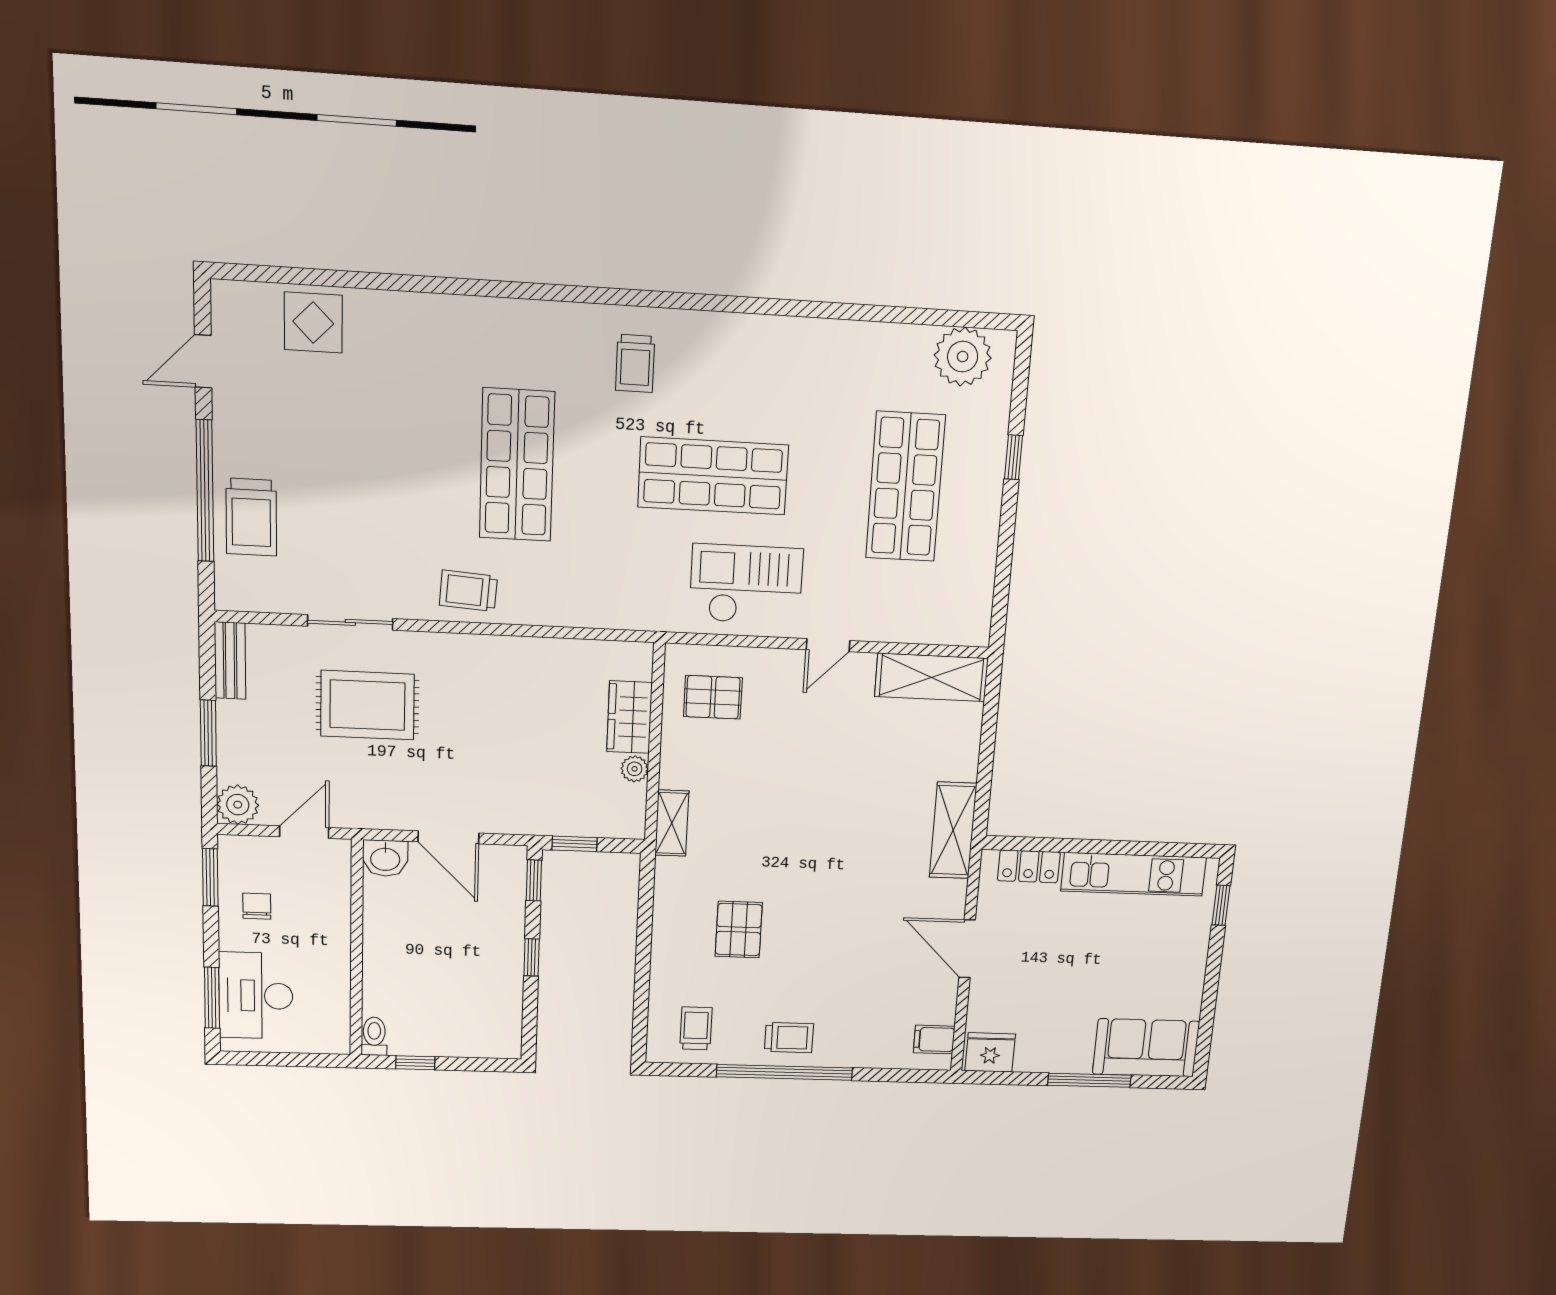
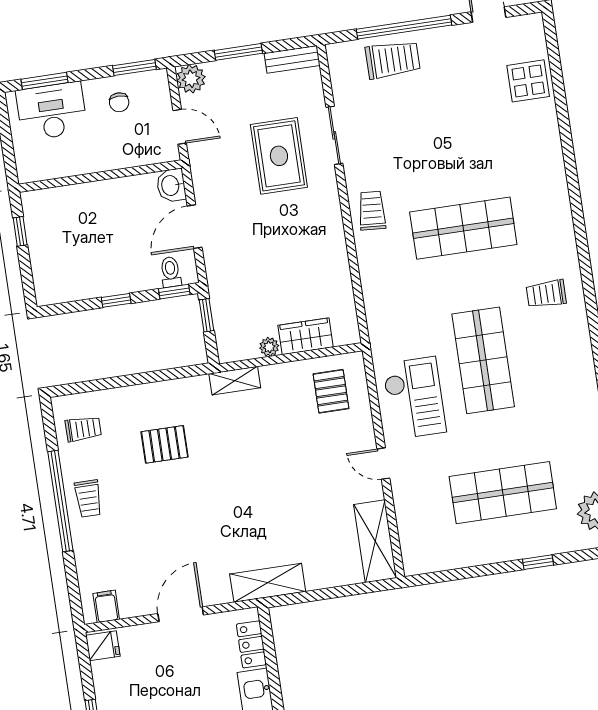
trolley: (251, 517) -> (393, 60), turned 180
chair: (257, 906) -> (119, 102), turned 90
toilet: (374, 1036) -> (171, 272), moved, turned -90
fridge: (990, 1052) -> (103, 646), width x0.72

